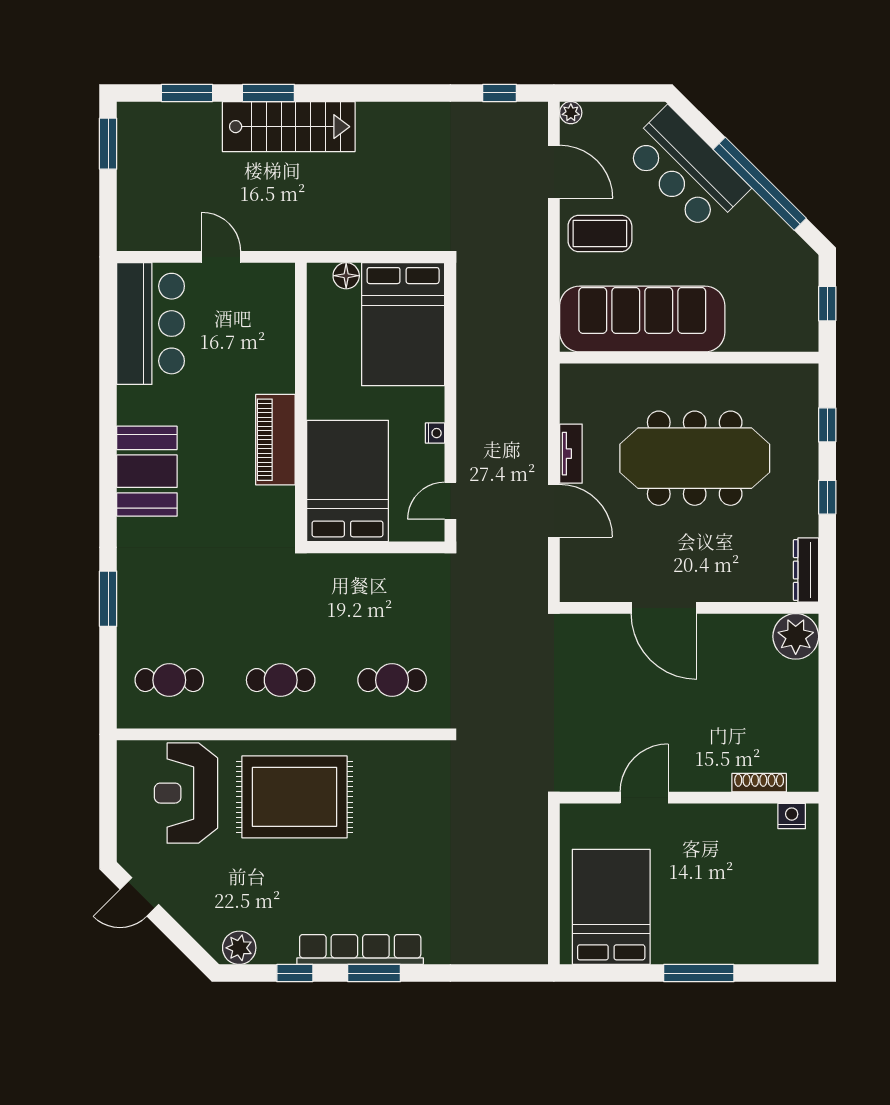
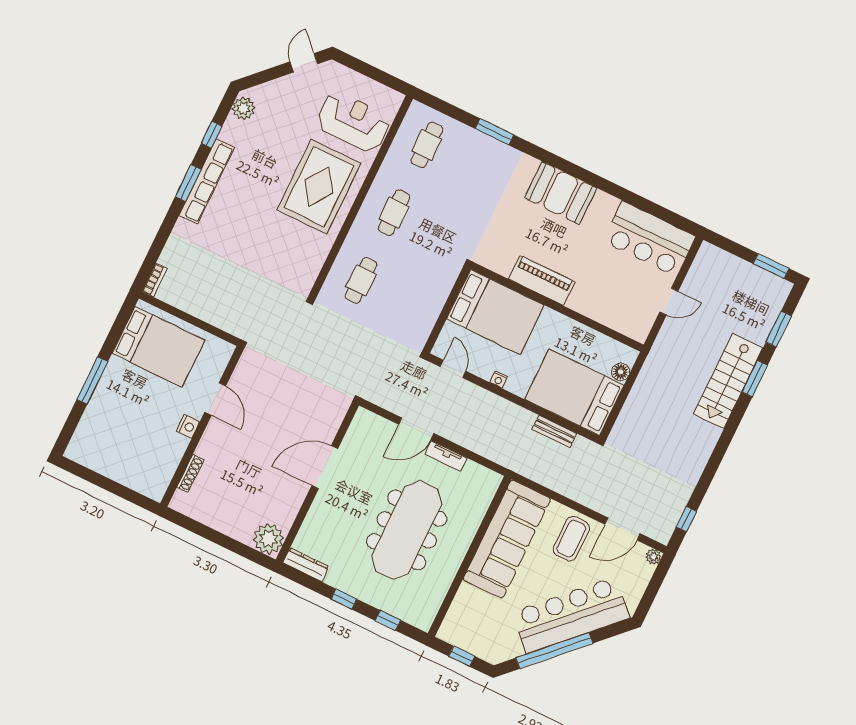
bar counter: (686, 169) -> (571, 615), width x1.36
bench: (468, 325) -> (554, 431), added
nightstand: (792, 816) -> (188, 426), moved
bookcase: (525, 955) -> (155, 280), added

